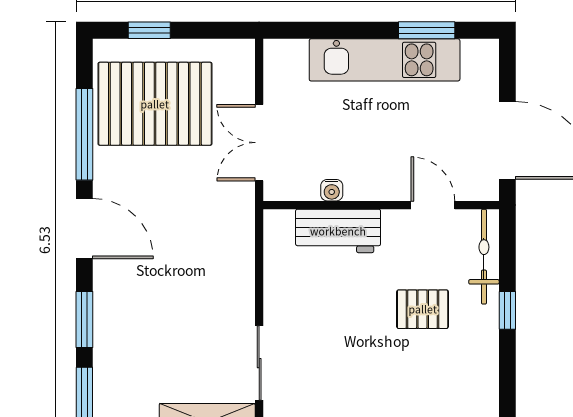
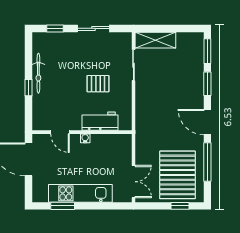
pallet: (155, 104) -> (178, 175), turned 90
double door: (259, 143) -> (133, 182), moved
water cooler: (332, 190) -> (85, 138), moved
bicycle: (484, 257) -> (38, 73), moved
pallet: (423, 309) -> (98, 84), moved

